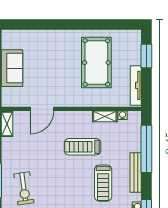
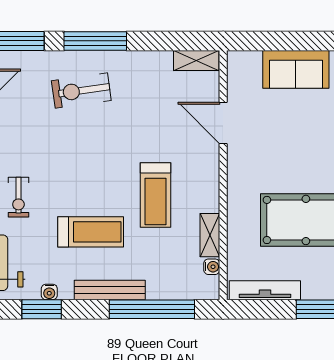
treadmill: (82, 147) -> (155, 195), turned 180
treadmill: (103, 183) -> (91, 232), turned 180

